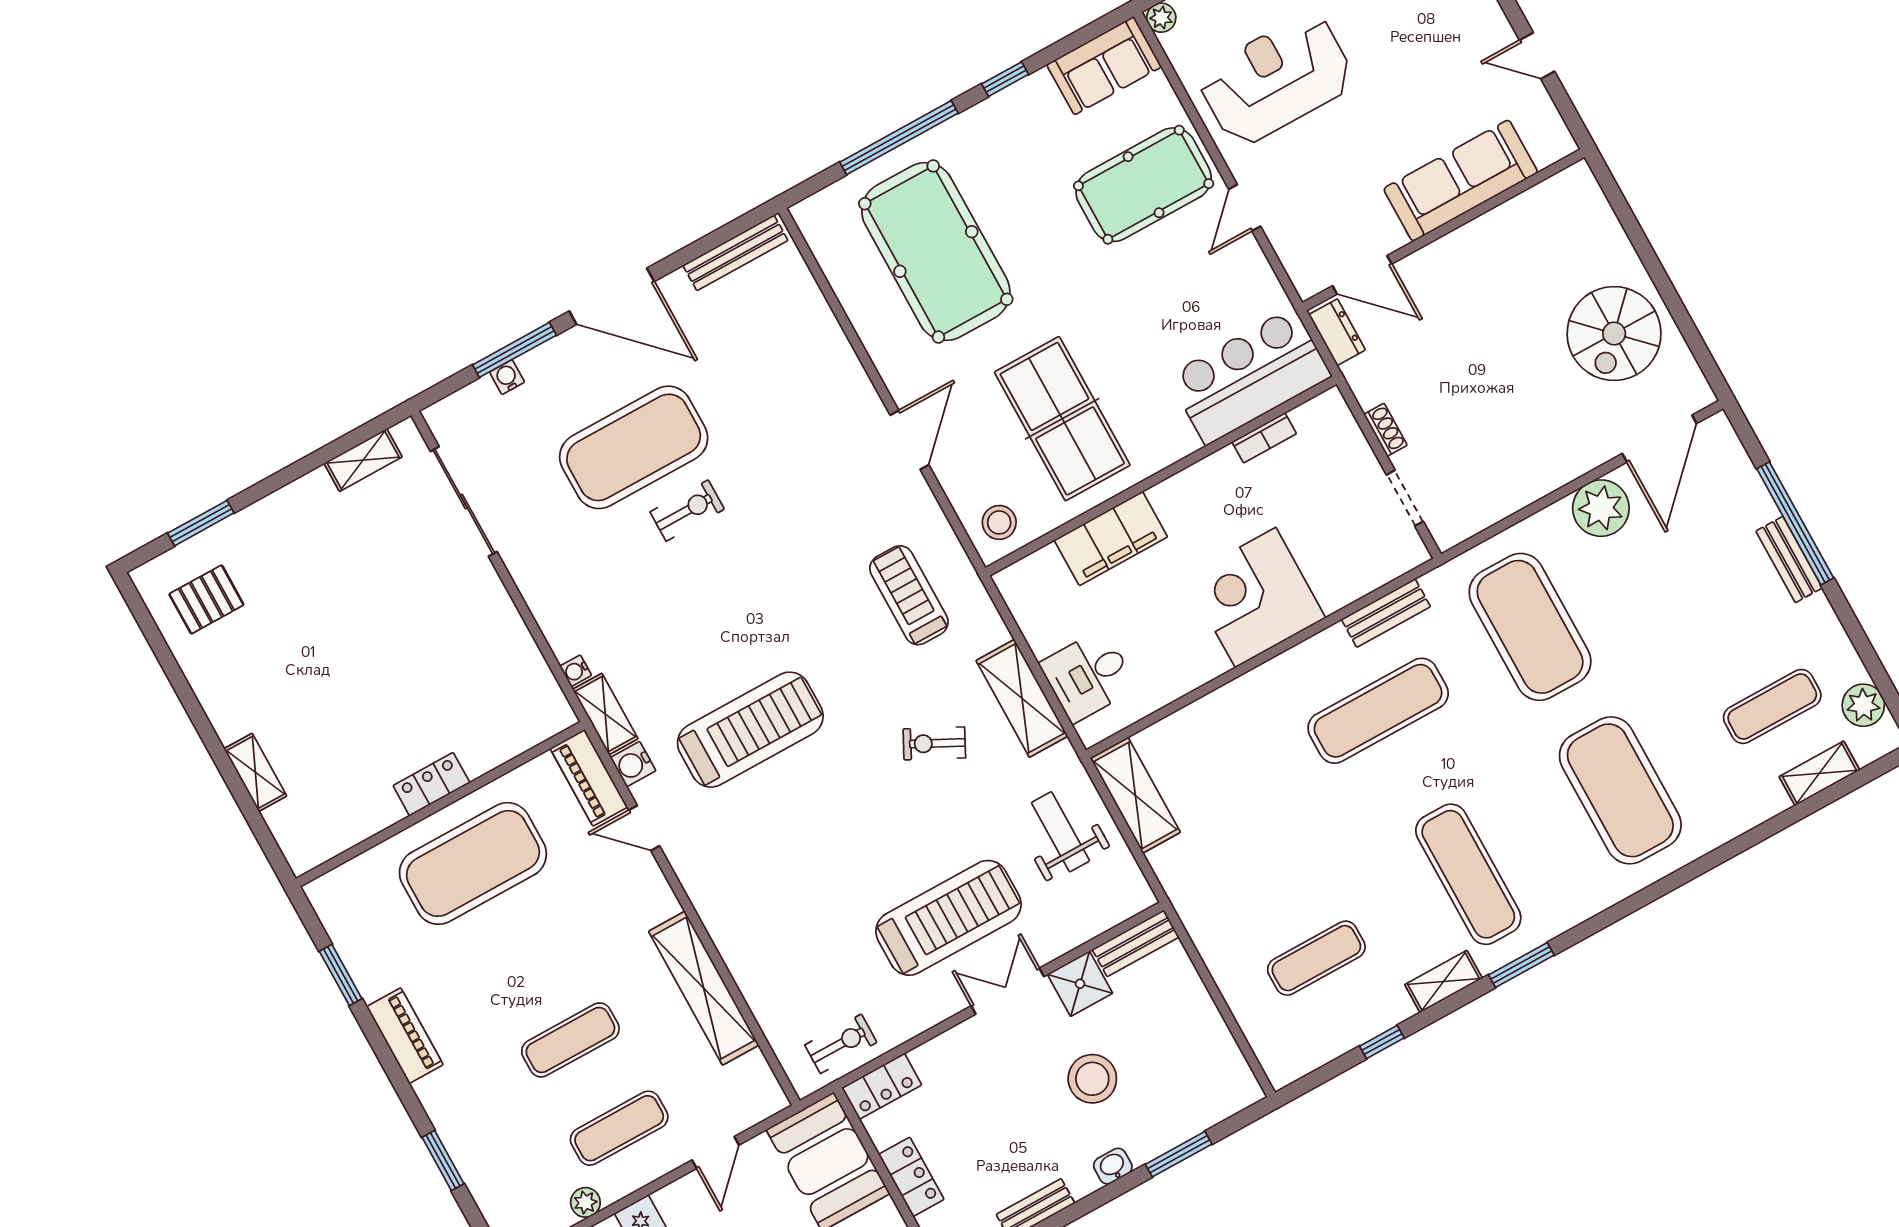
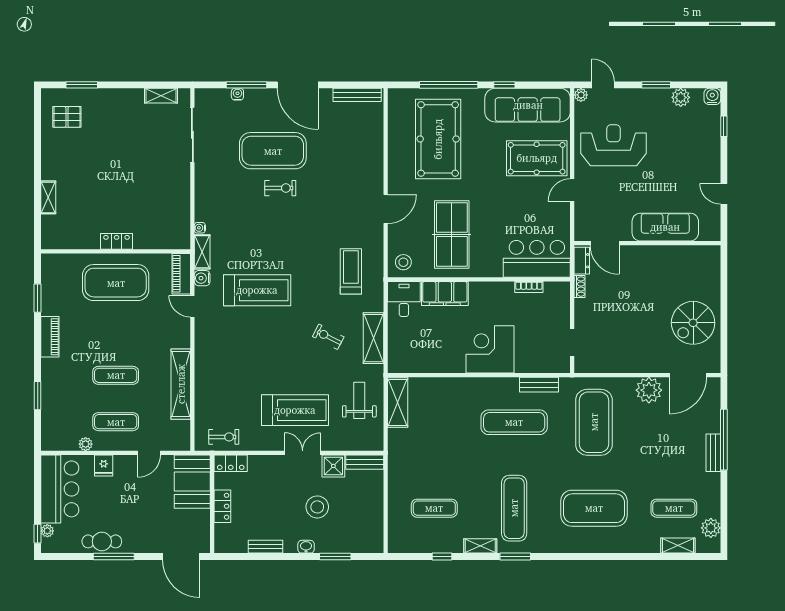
sofa: (1104, 66) -> (528, 105), width x1.85, depth x1.27
shoe rack: (1385, 430) -> (580, 287), moved
desk: (1088, 676) -> (404, 299), moved, turned 90
exercise mat: (1620, 790) -> (594, 508), turned 90

